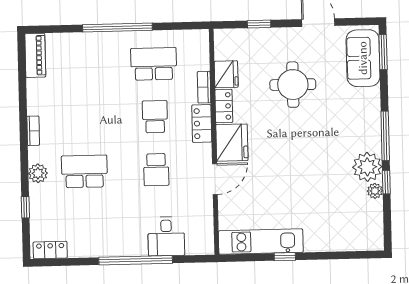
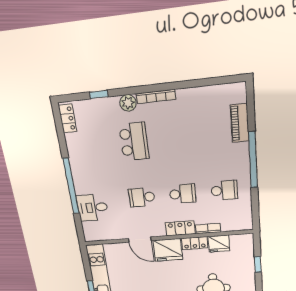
piano: (35, 55) -> (240, 123), moved, turned 90
school desk: (154, 64) -> (224, 190), width x0.54
bookcase: (33, 131) -> (156, 96), width x1.56

